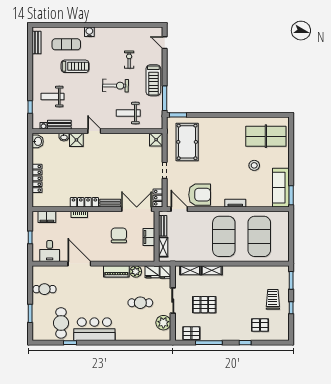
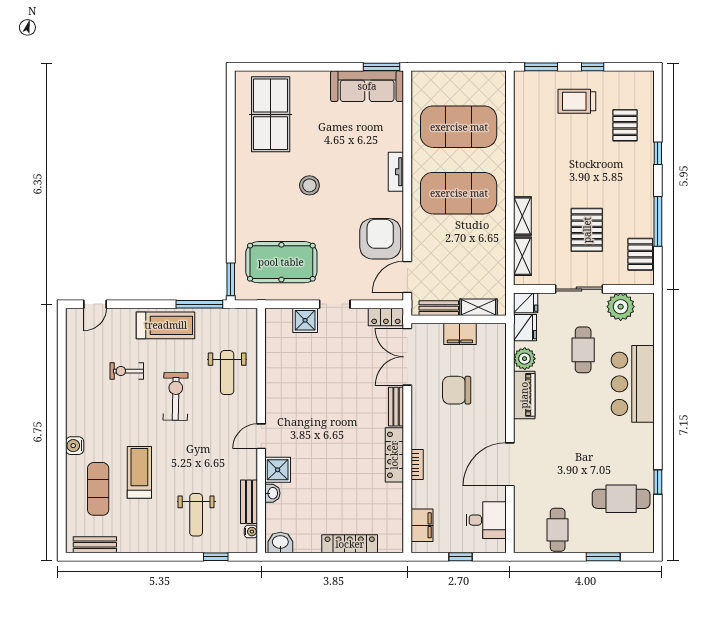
shower: (156, 140) -> (305, 320), moved
stool: (254, 165) -> (309, 185), moved
bar counter: (94, 329) -> (633, 384), moved

